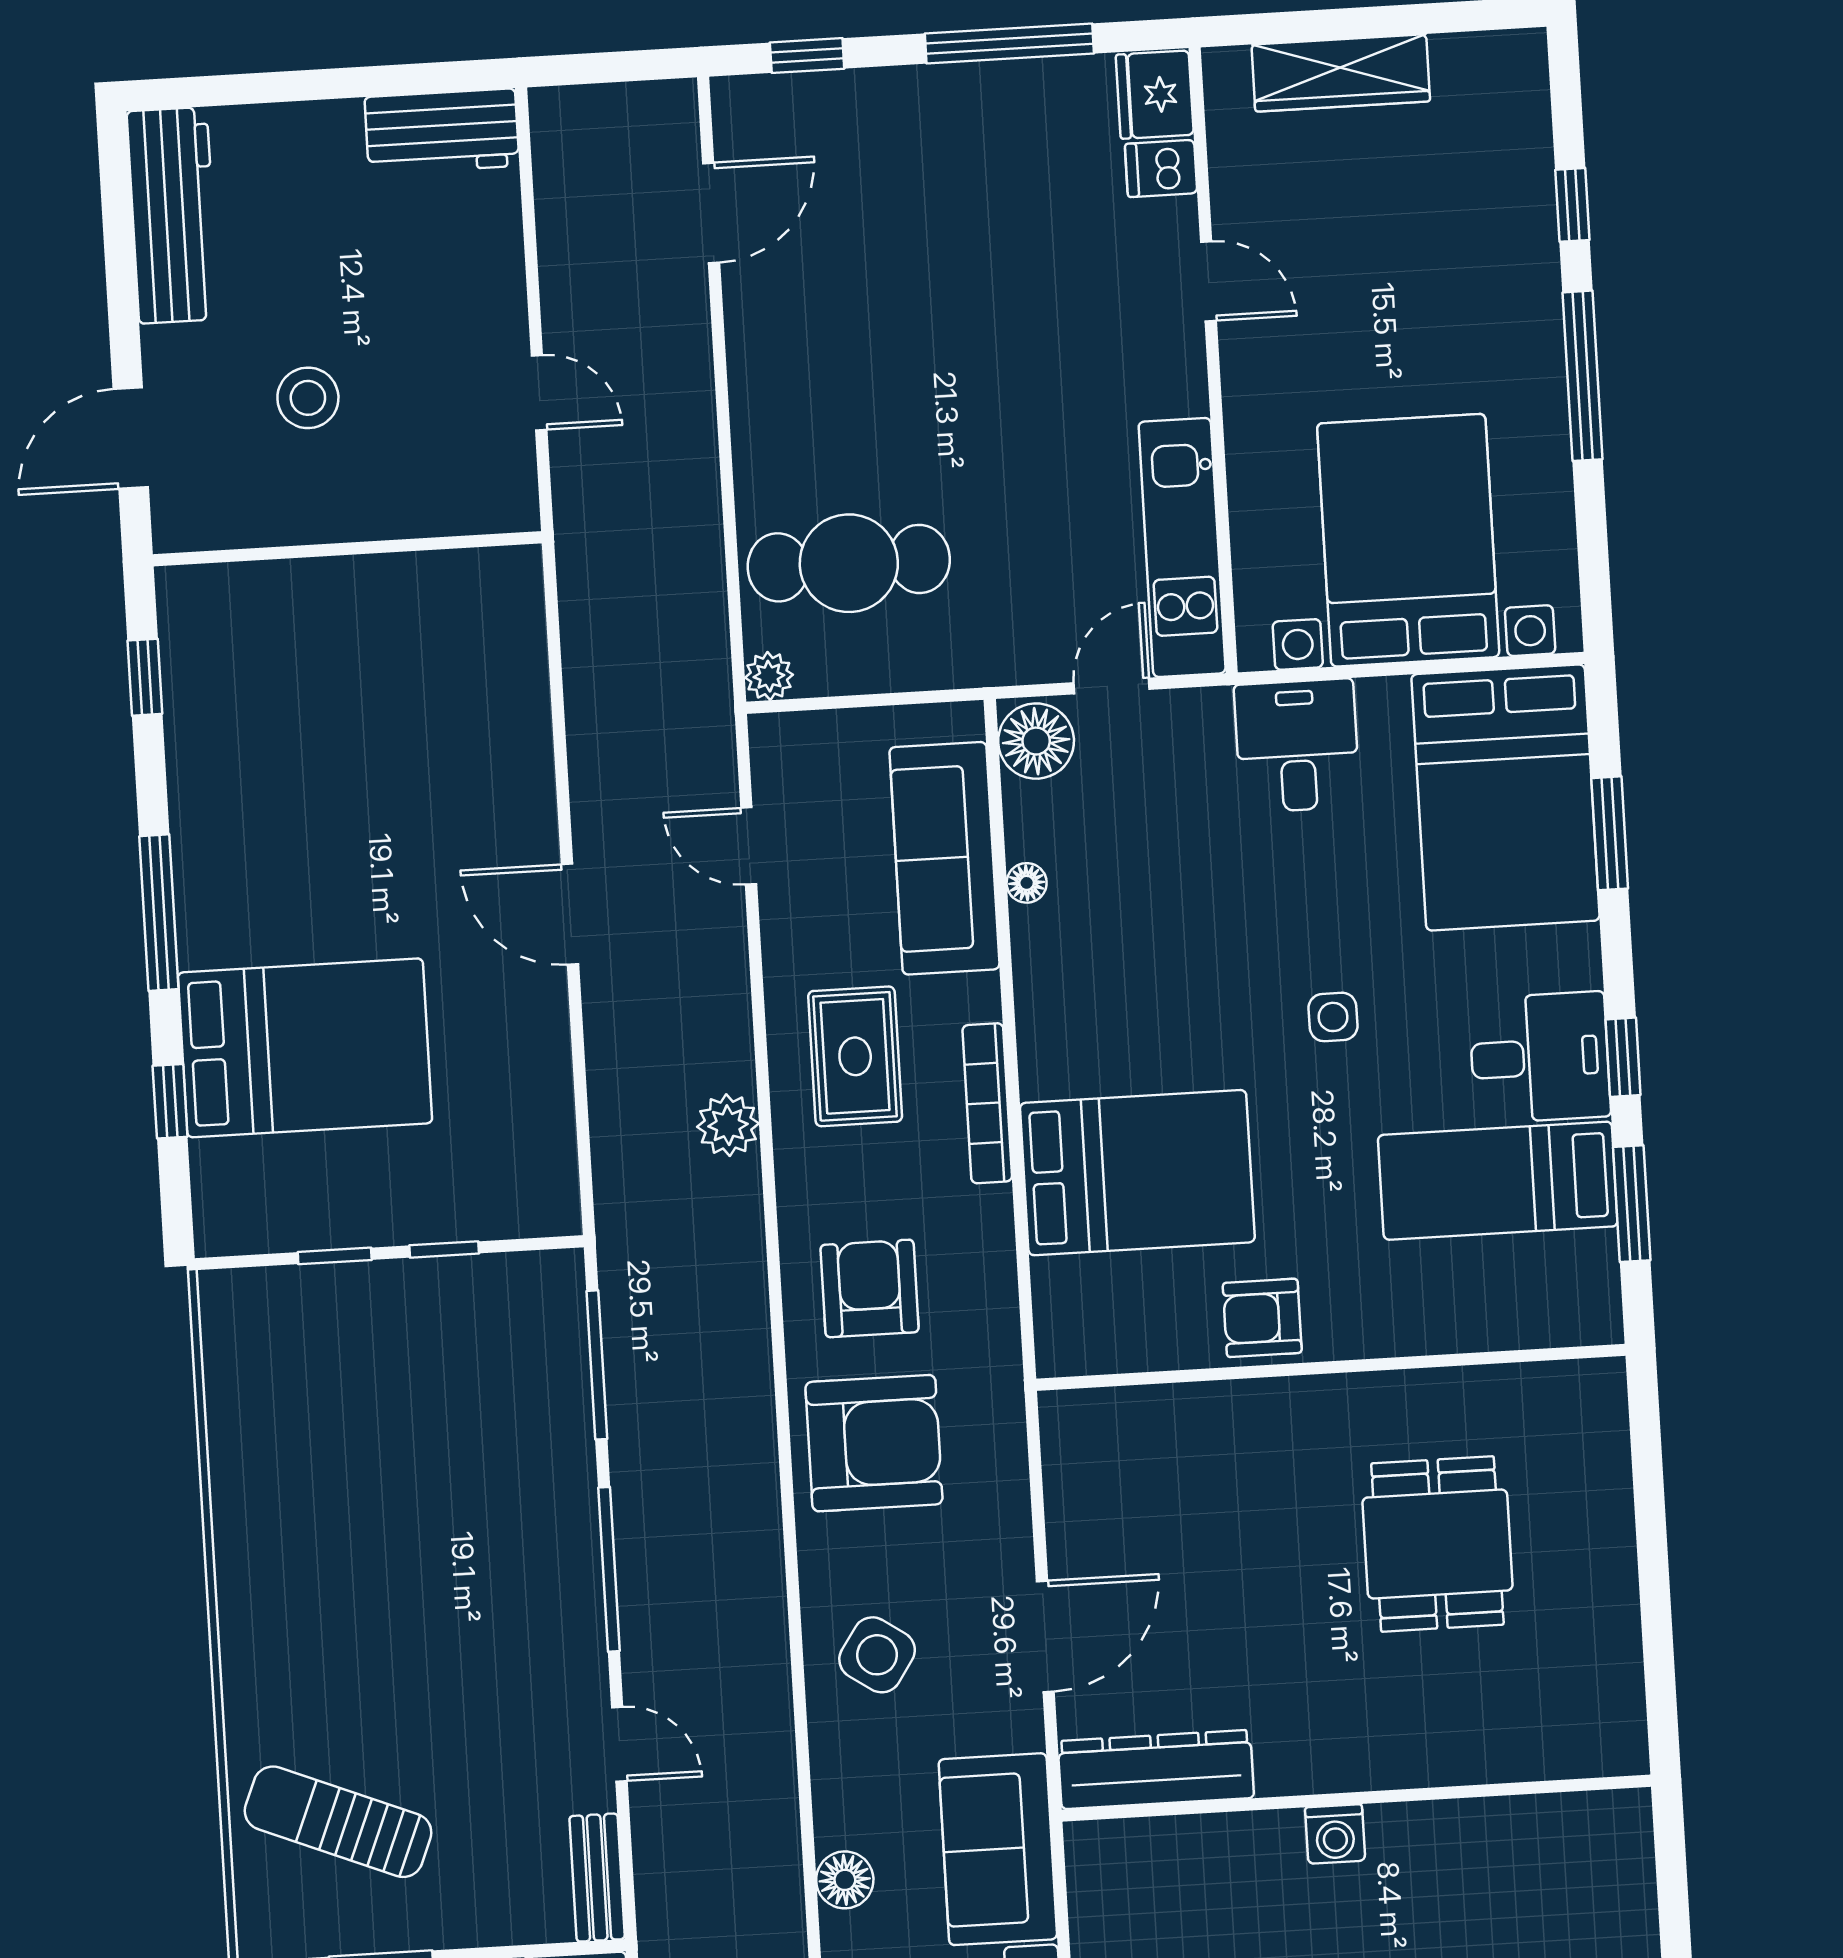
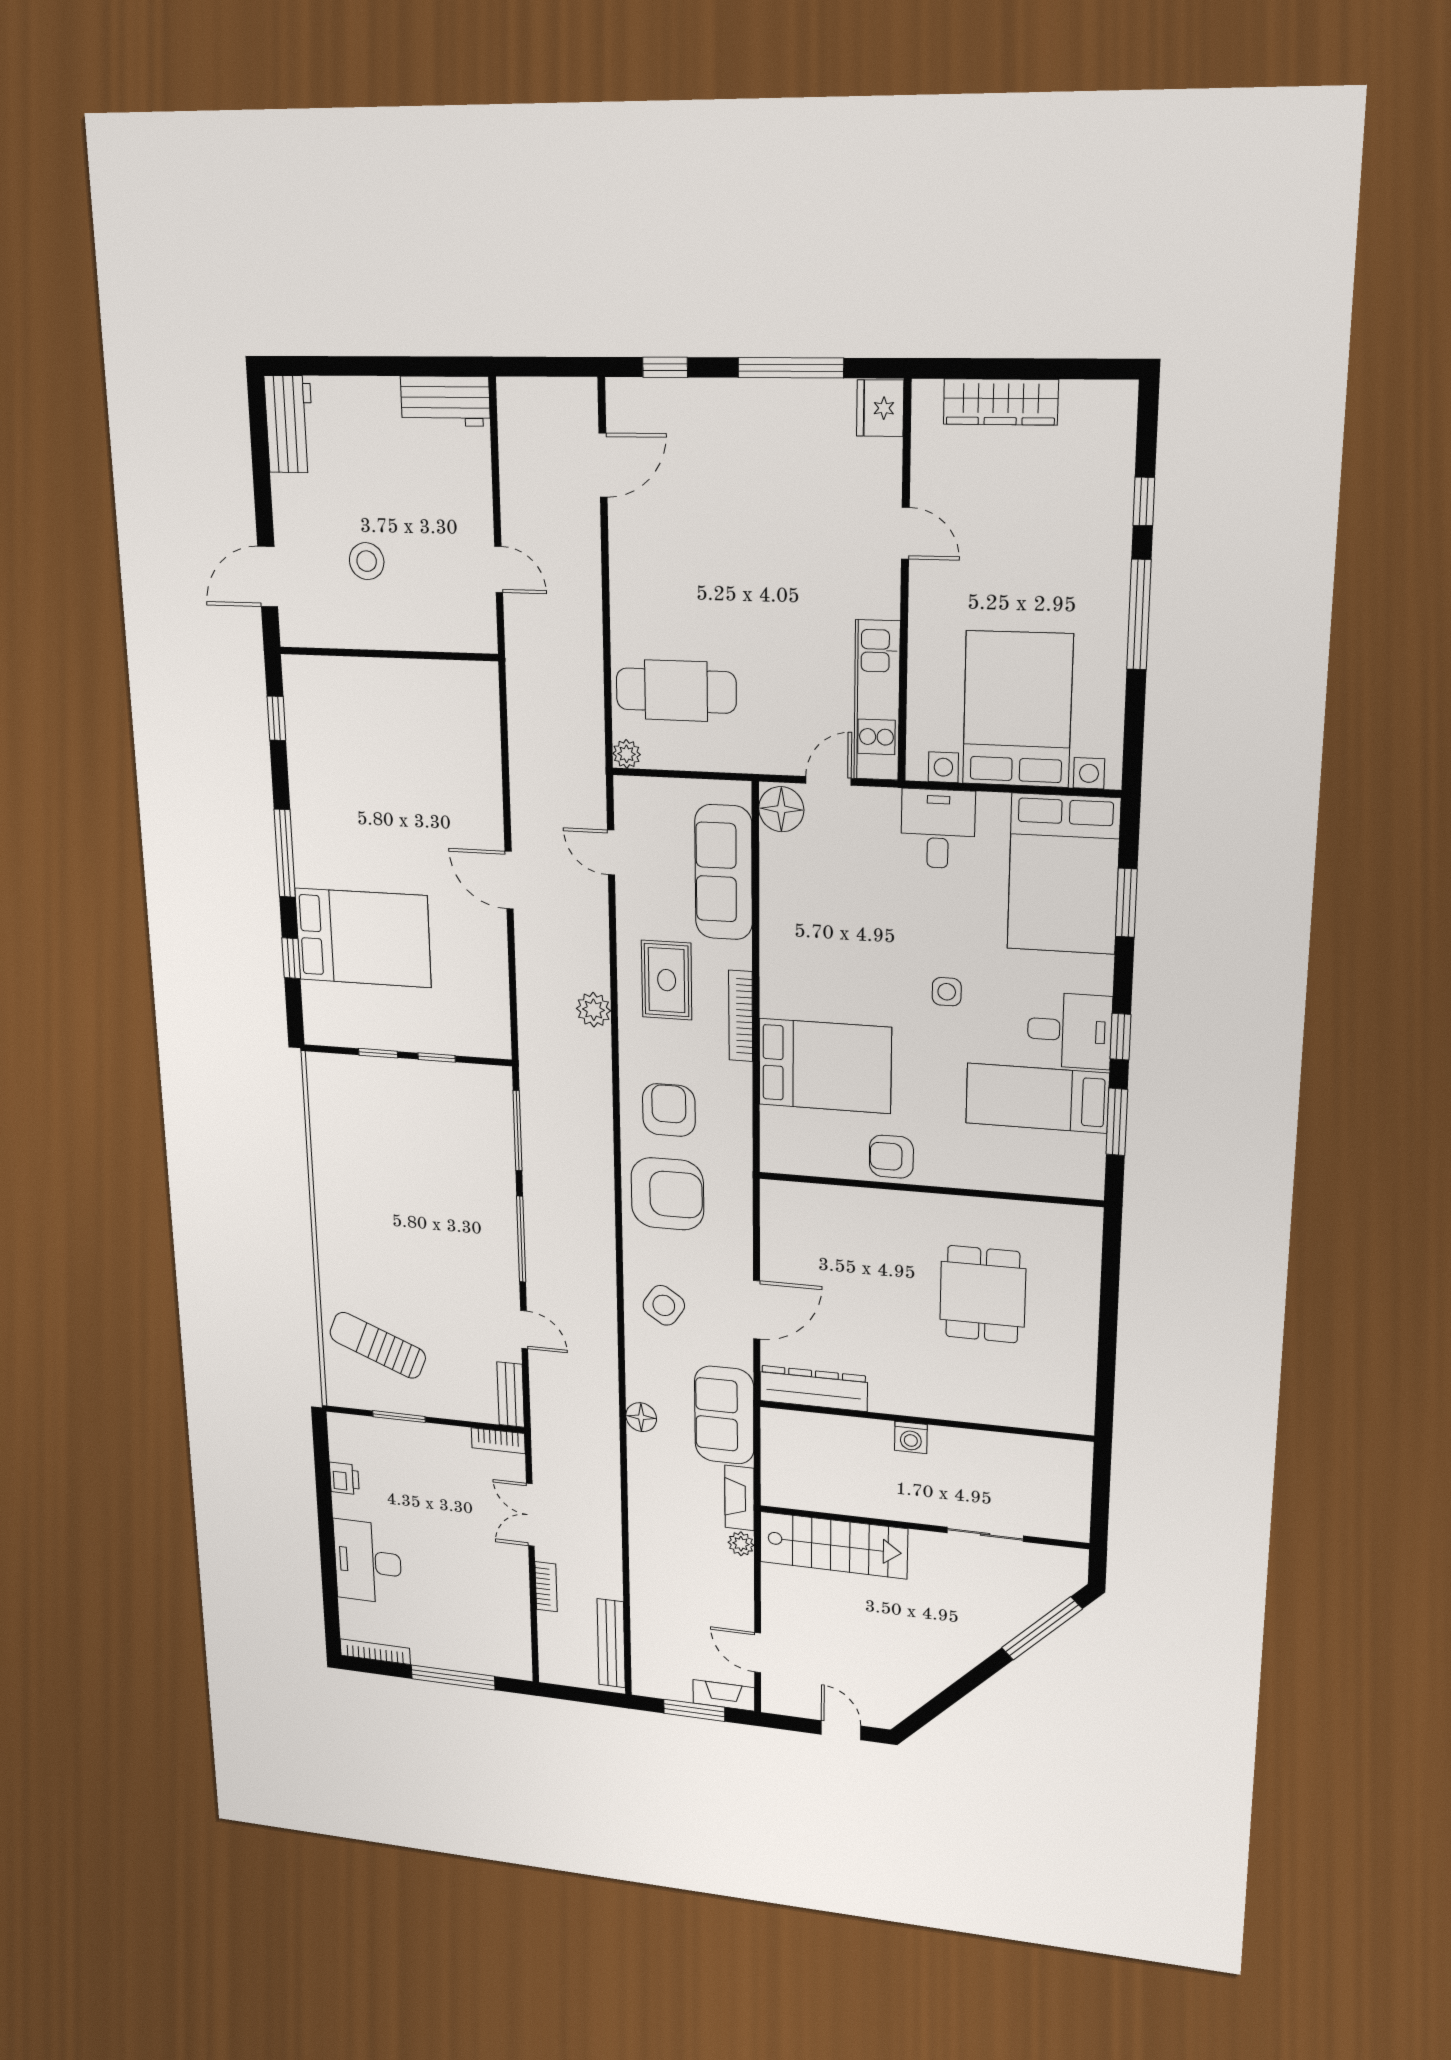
dishwasher: (1161, 169) -> (881, 457), removed
workbench: (173, 215) -> (289, 424), width x0.73
floor lamp: (1027, 883) -> (771, 892), removed

